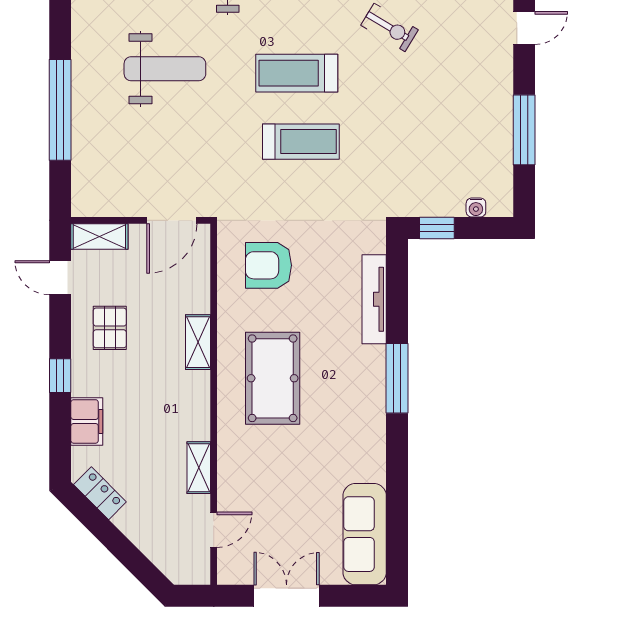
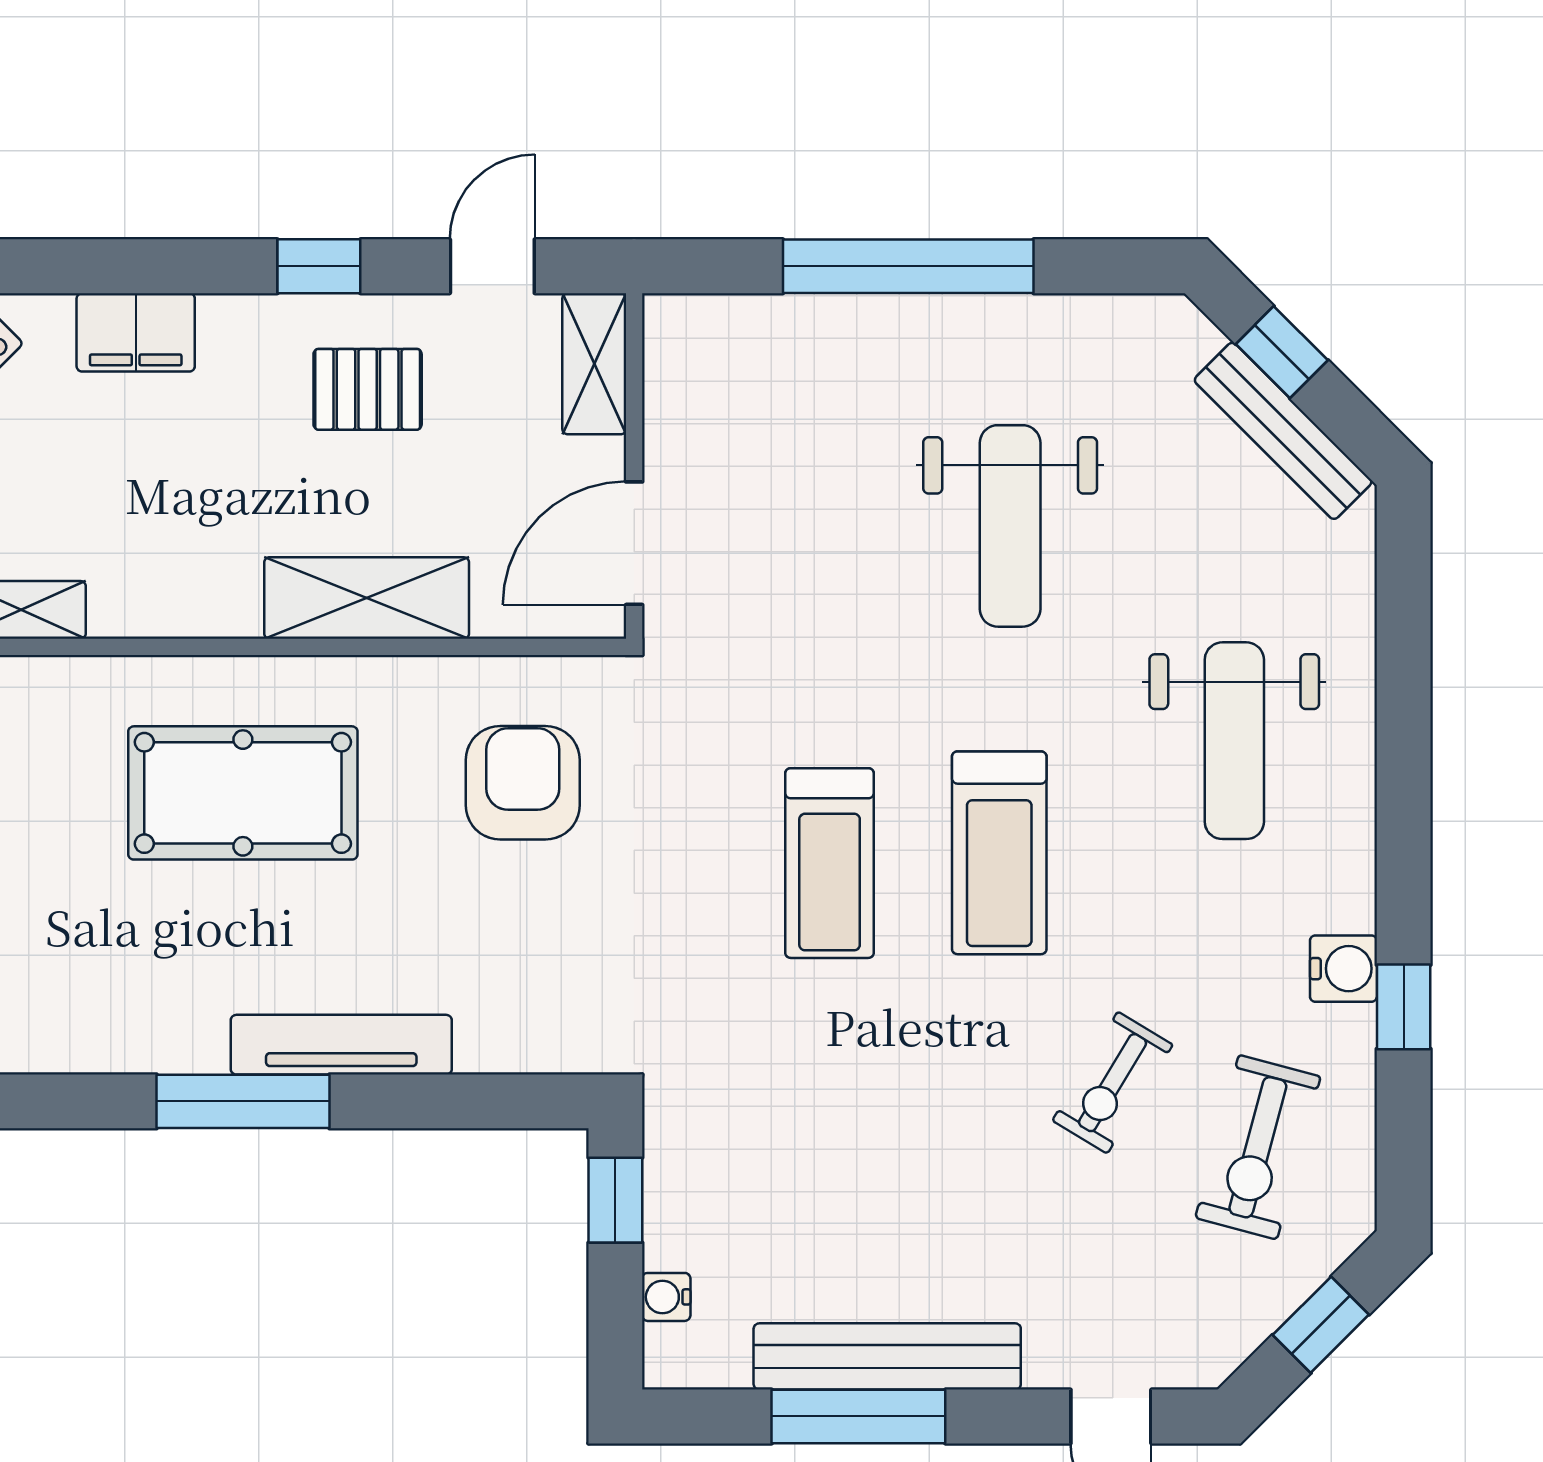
treadmill: (297, 73) -> (999, 853), turned 180
bench: (500, 118) -> (887, 1356), added
door: (172, 220) -> (634, 543), hinge flipped
tv unit: (374, 299) -> (341, 1045), moved
shelving: (198, 342) -> (367, 598), width x1.50, depth x1.33
window: (60, 376) -> (319, 266), moved

